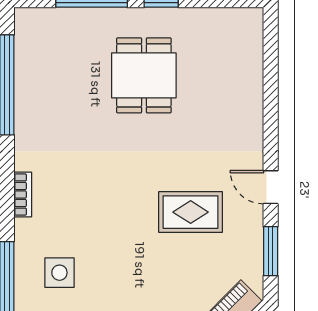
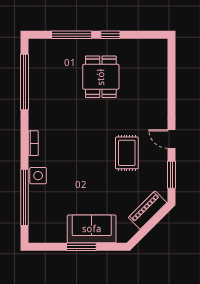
rug: (191, 212) -> (127, 153), turned 90
side table: (59, 273) -> (38, 176), moved

